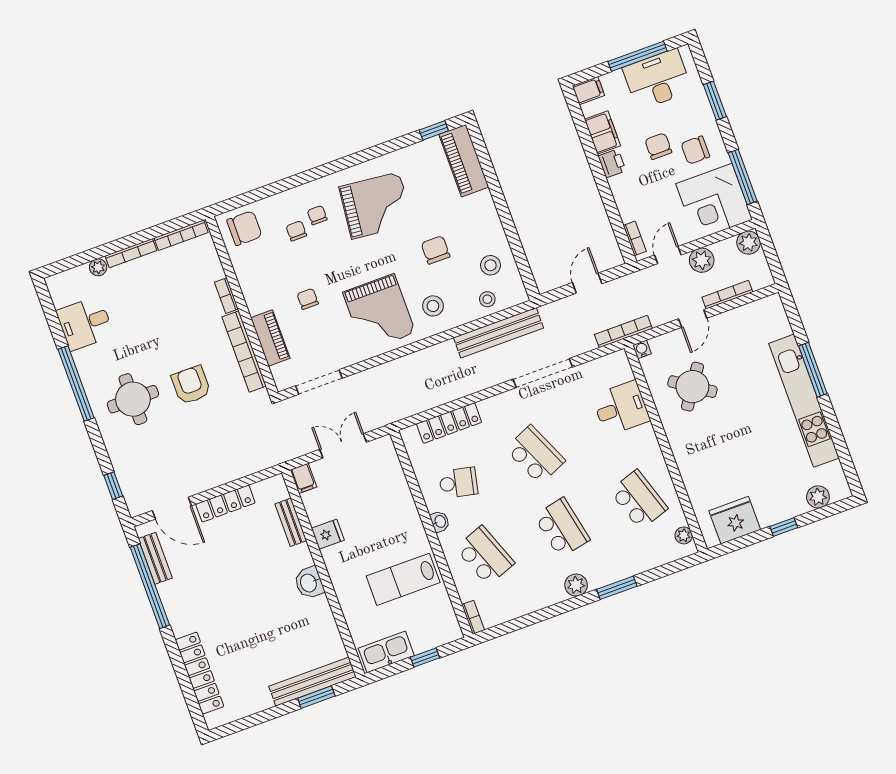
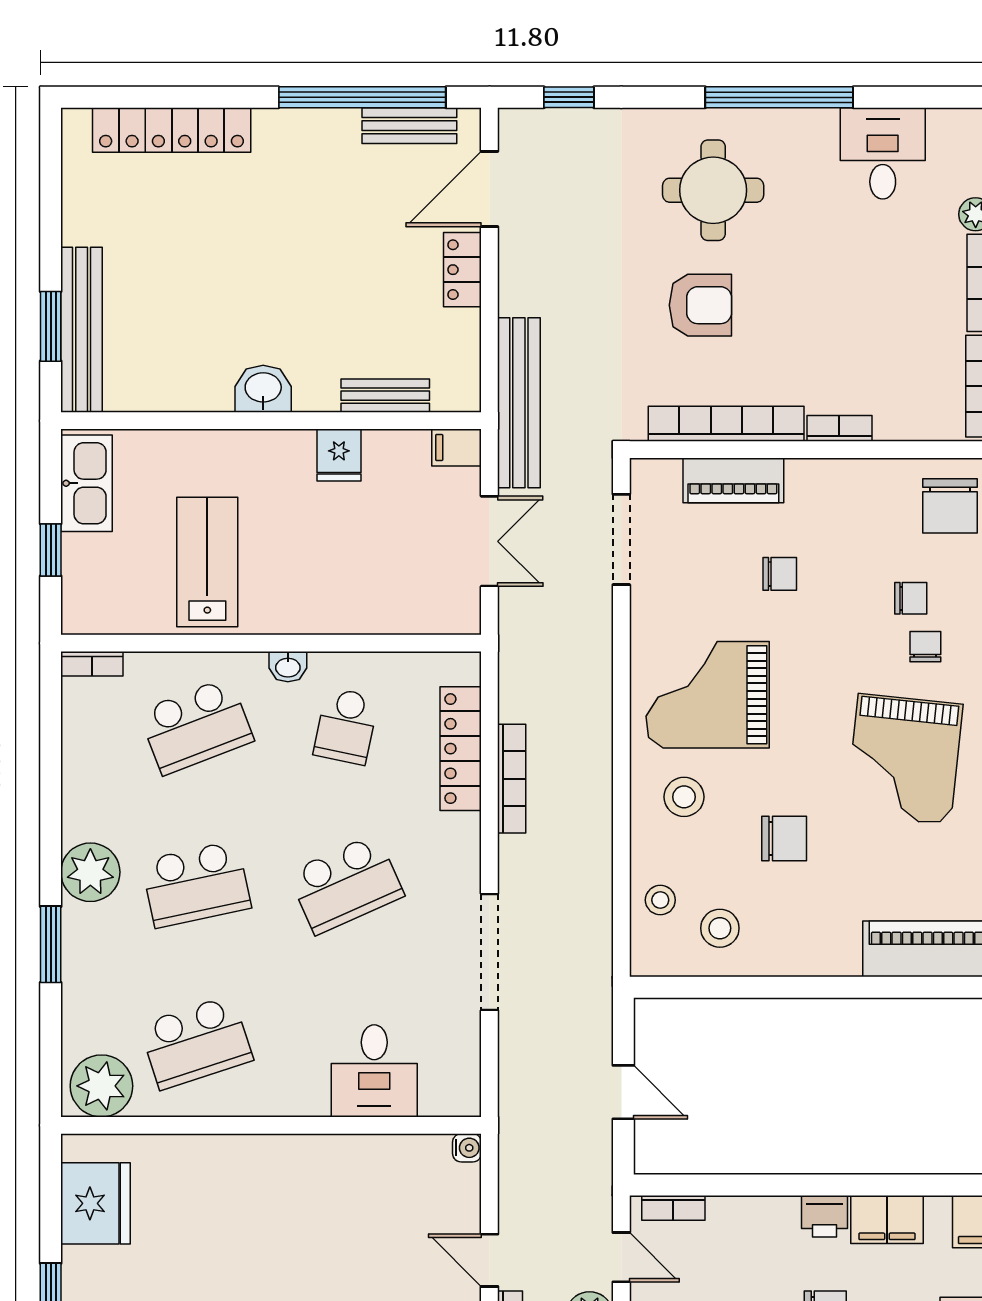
chair: (317, 215) -> (925, 647), turned -90
bookcase: (623, 332) -> (512, 779), moved
bench: (499, 333) -> (519, 403), moved
round table: (692, 387) -> (366, 1215), removed
locker: (225, 504) -> (462, 270), width x0.66
plant: (684, 535) -> (101, 1086), width x1.88, depth x1.88
plant: (576, 585) -> (90, 872), width x1.36, depth x1.36

